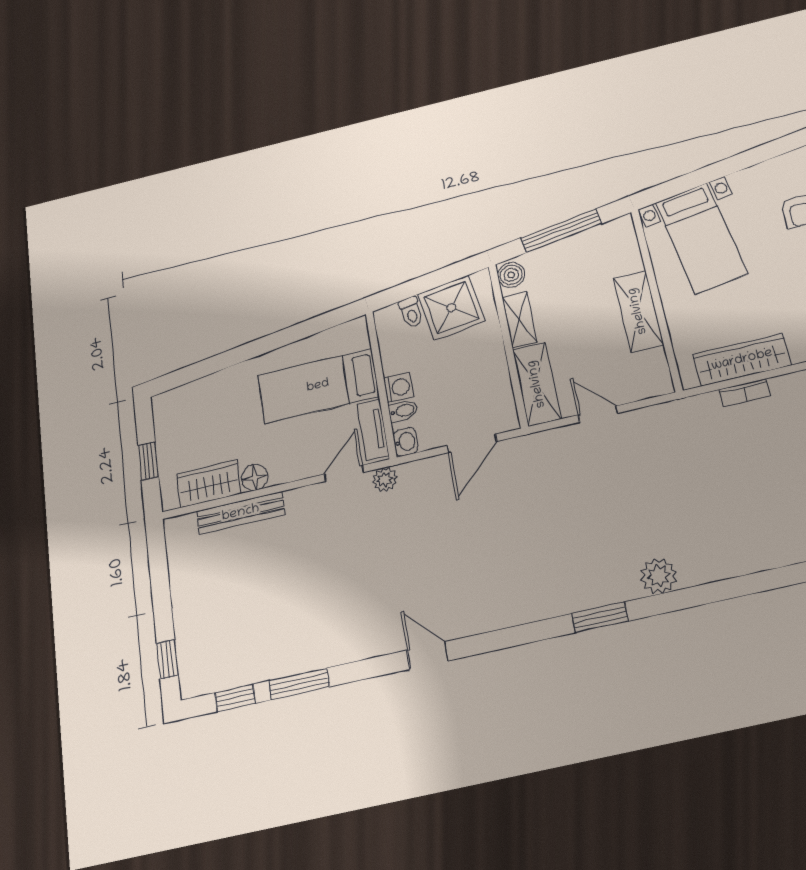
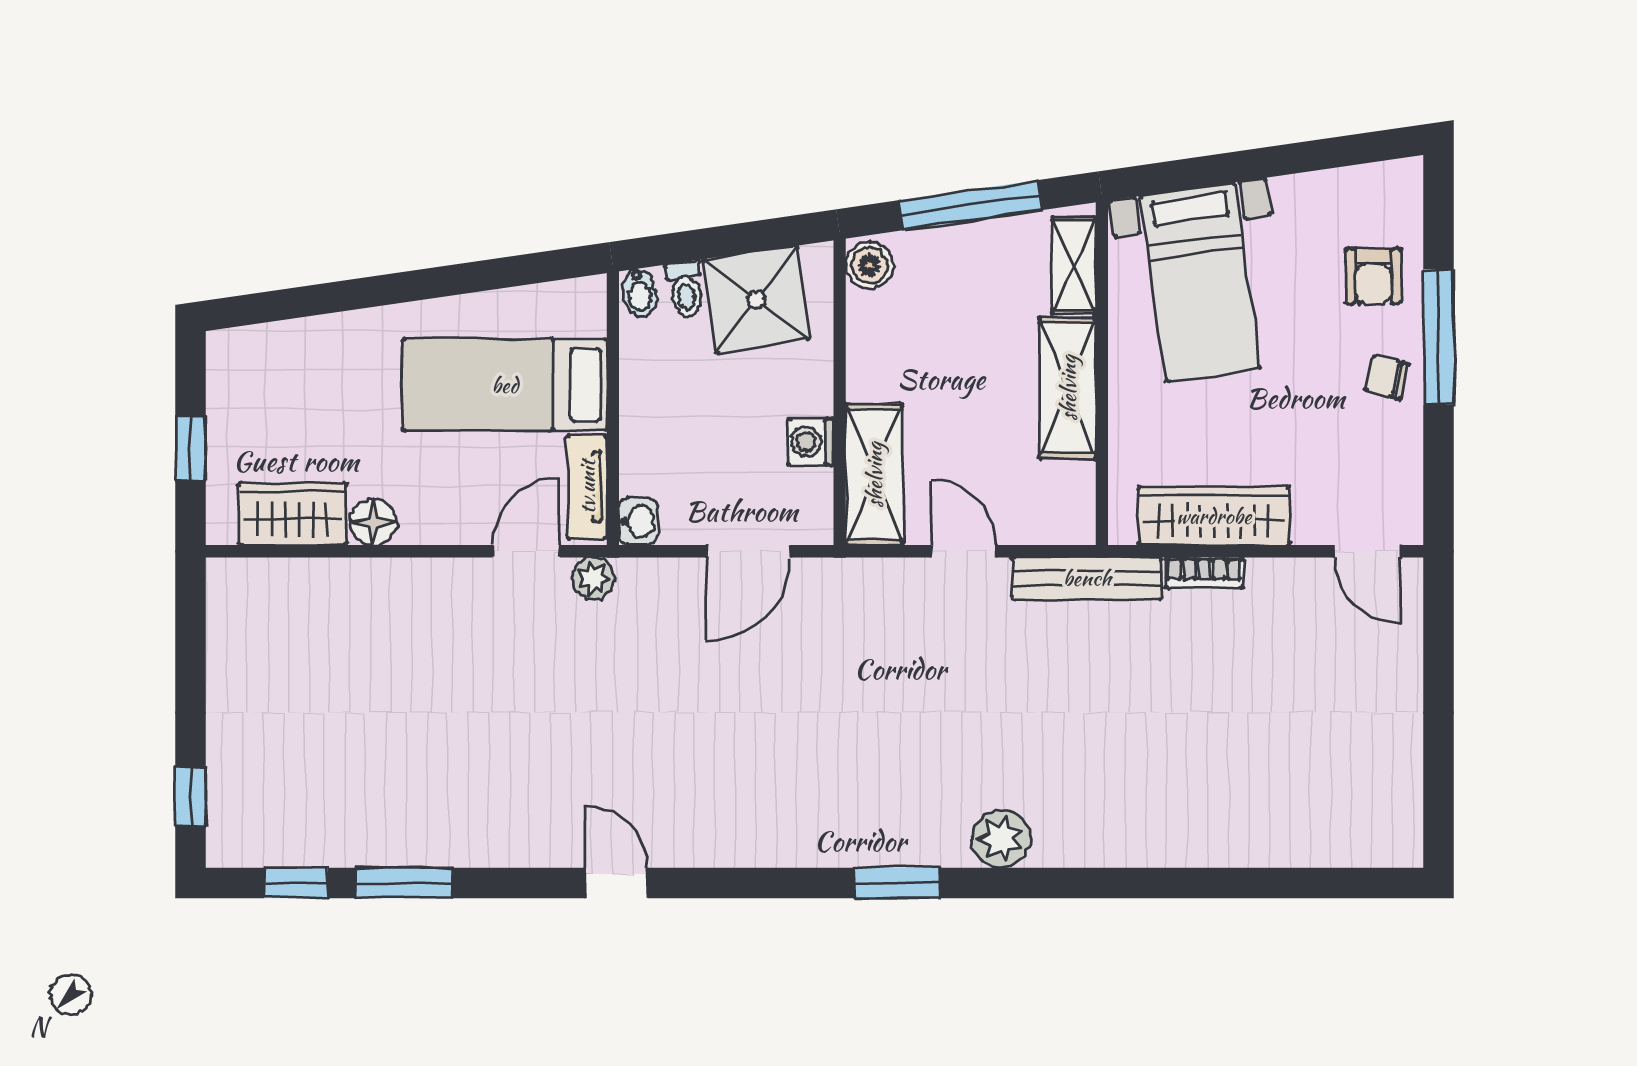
shelving: (519, 320) -> (1074, 265), moved
washing machine: (399, 388) -> (811, 442), moved, turned 180
bidet: (403, 411) -> (639, 293), moved, turned 82
bench: (241, 513) -> (1087, 578), moved

